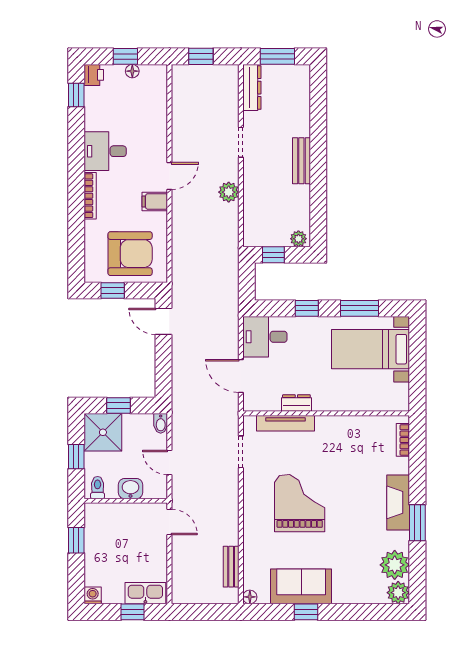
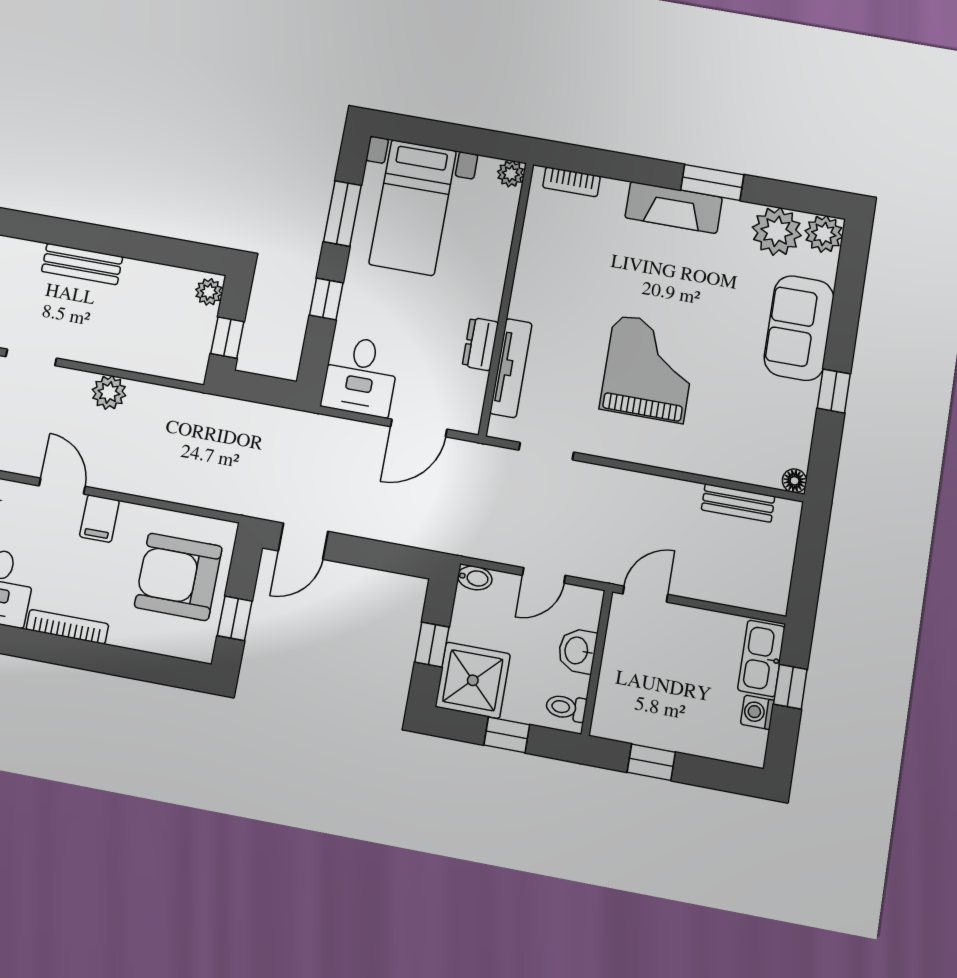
armchair: (130, 254) -> (178, 577), turned -90
plant: (401, 403) -> (511, 174), added
grand piano: (300, 503) -> (649, 369), turned 90
sofa: (301, 586) -> (799, 328), moved
washing machine: (93, 595) -> (757, 712), moved

